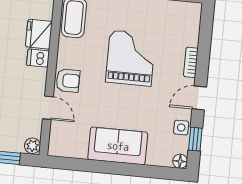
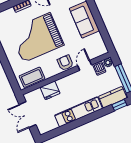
dishwasher: (38, 58) -> (99, 68), moved
grand piano: (131, 58) -> (37, 38), width x1.37, depth x1.48

